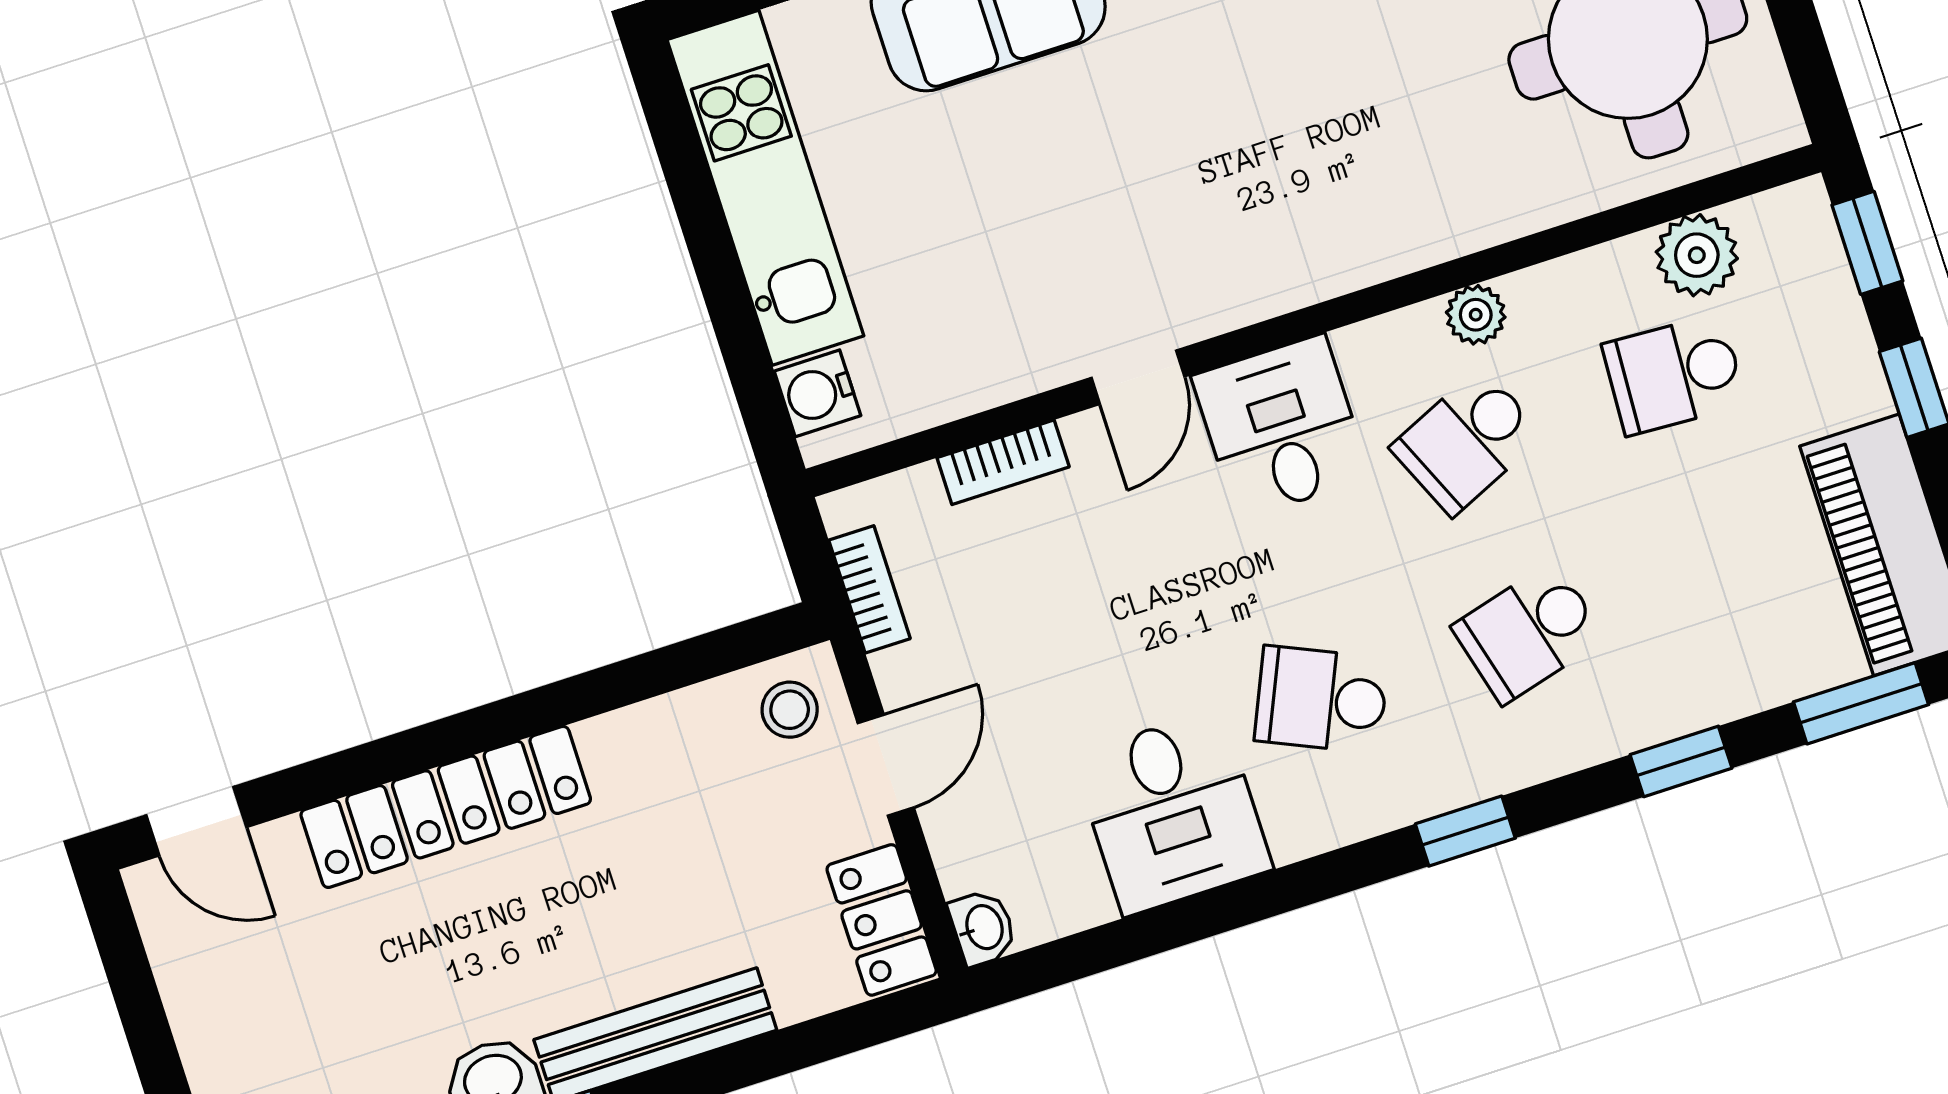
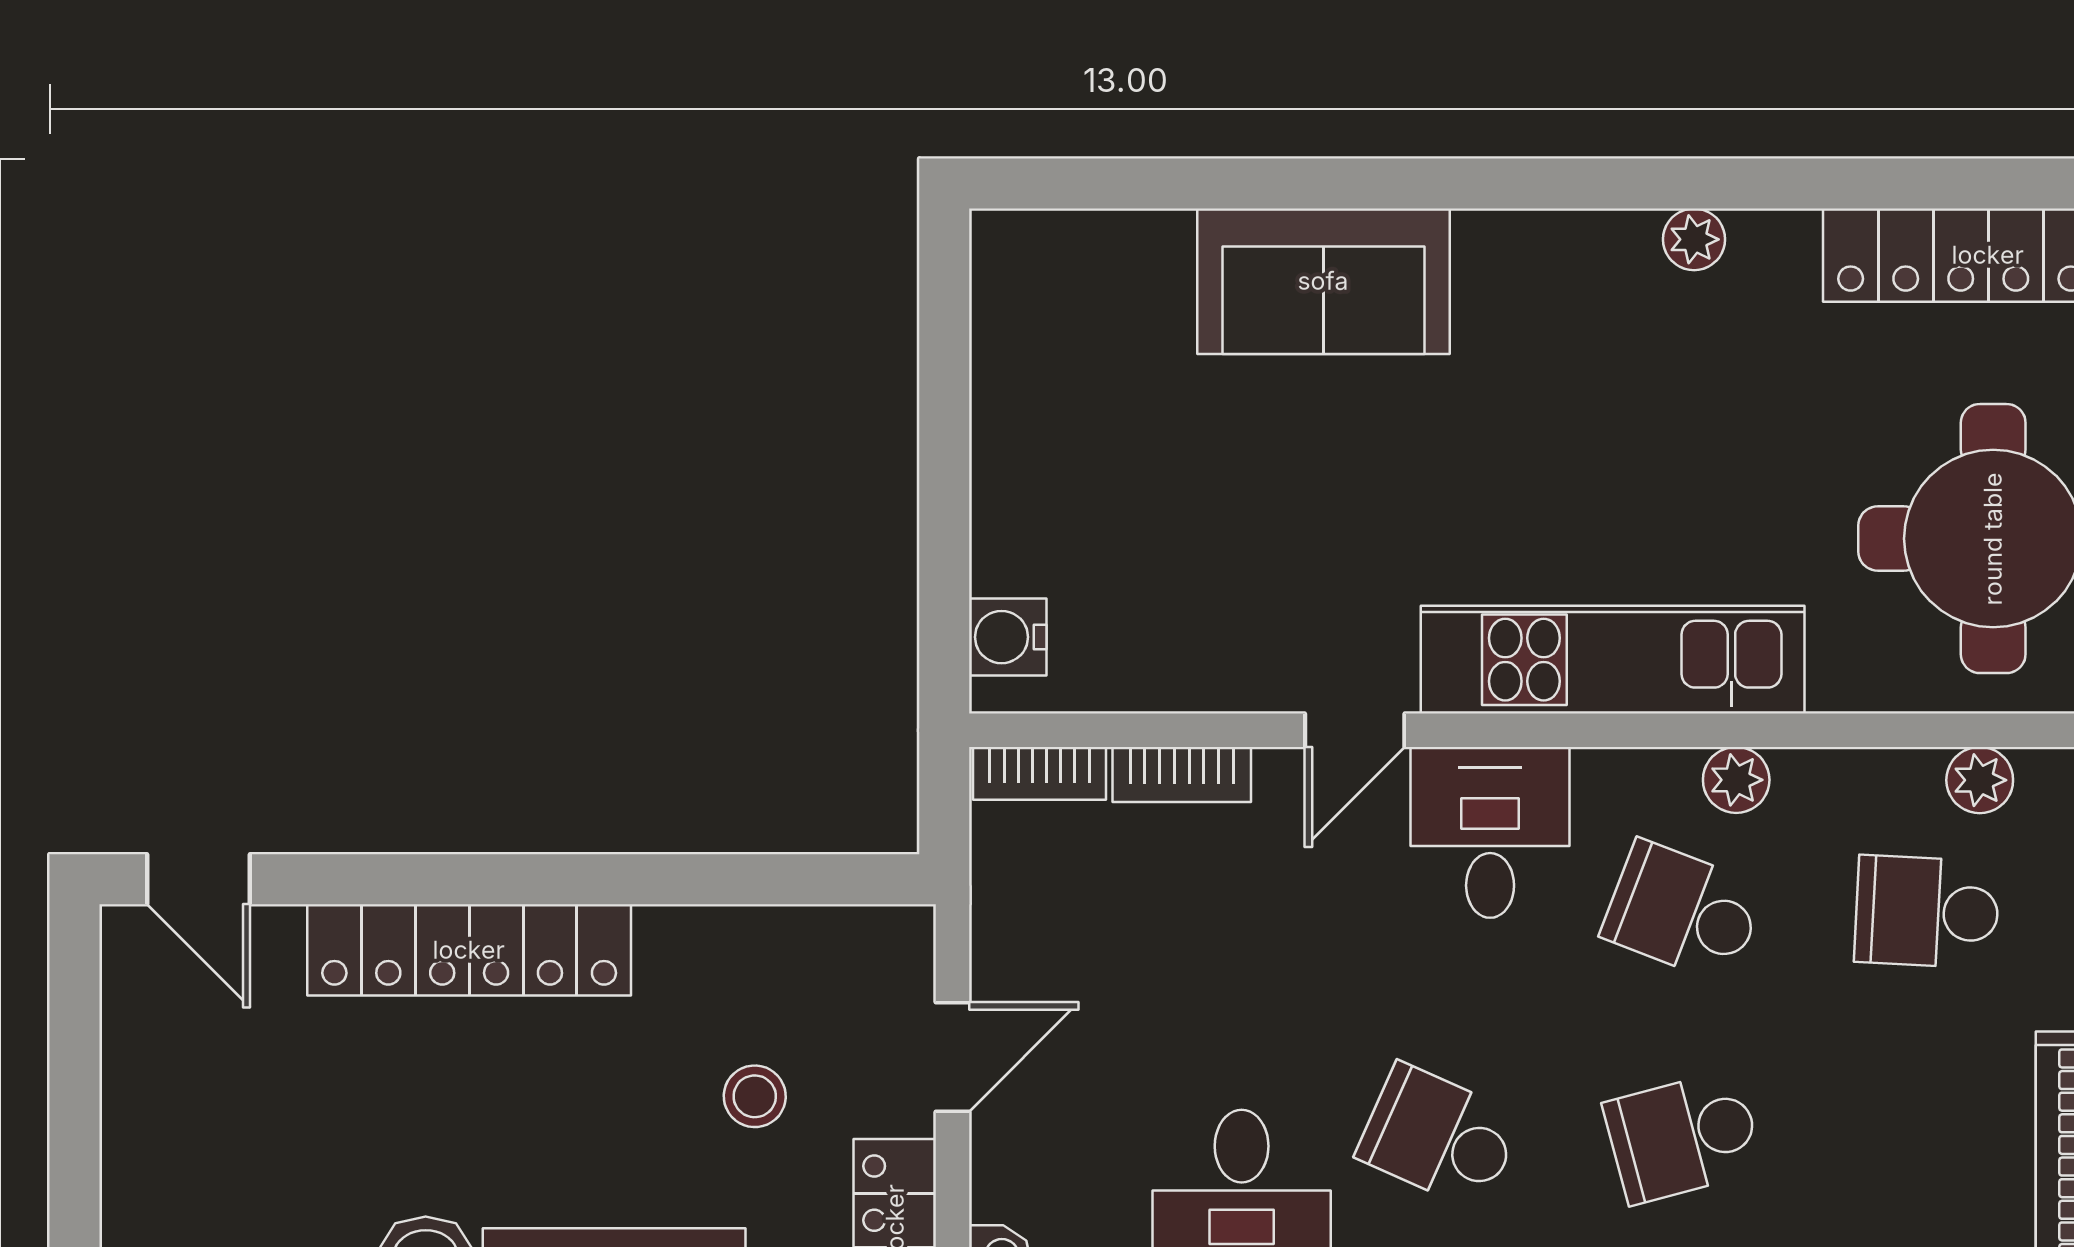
kitchen unit: (765, 188) -> (1613, 660), moved, turned -90
plant: (1697, 255) -> (1980, 780), width x0.73, depth x0.73
school desk: (1467, 441) -> (1683, 912), turned 45
bookcase: (869, 589) -> (1040, 773), moved, turned 90
stool: (790, 710) -> (755, 1096), moved

